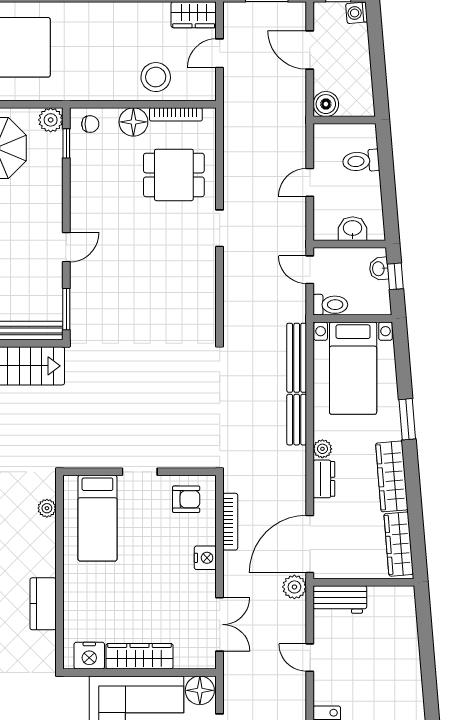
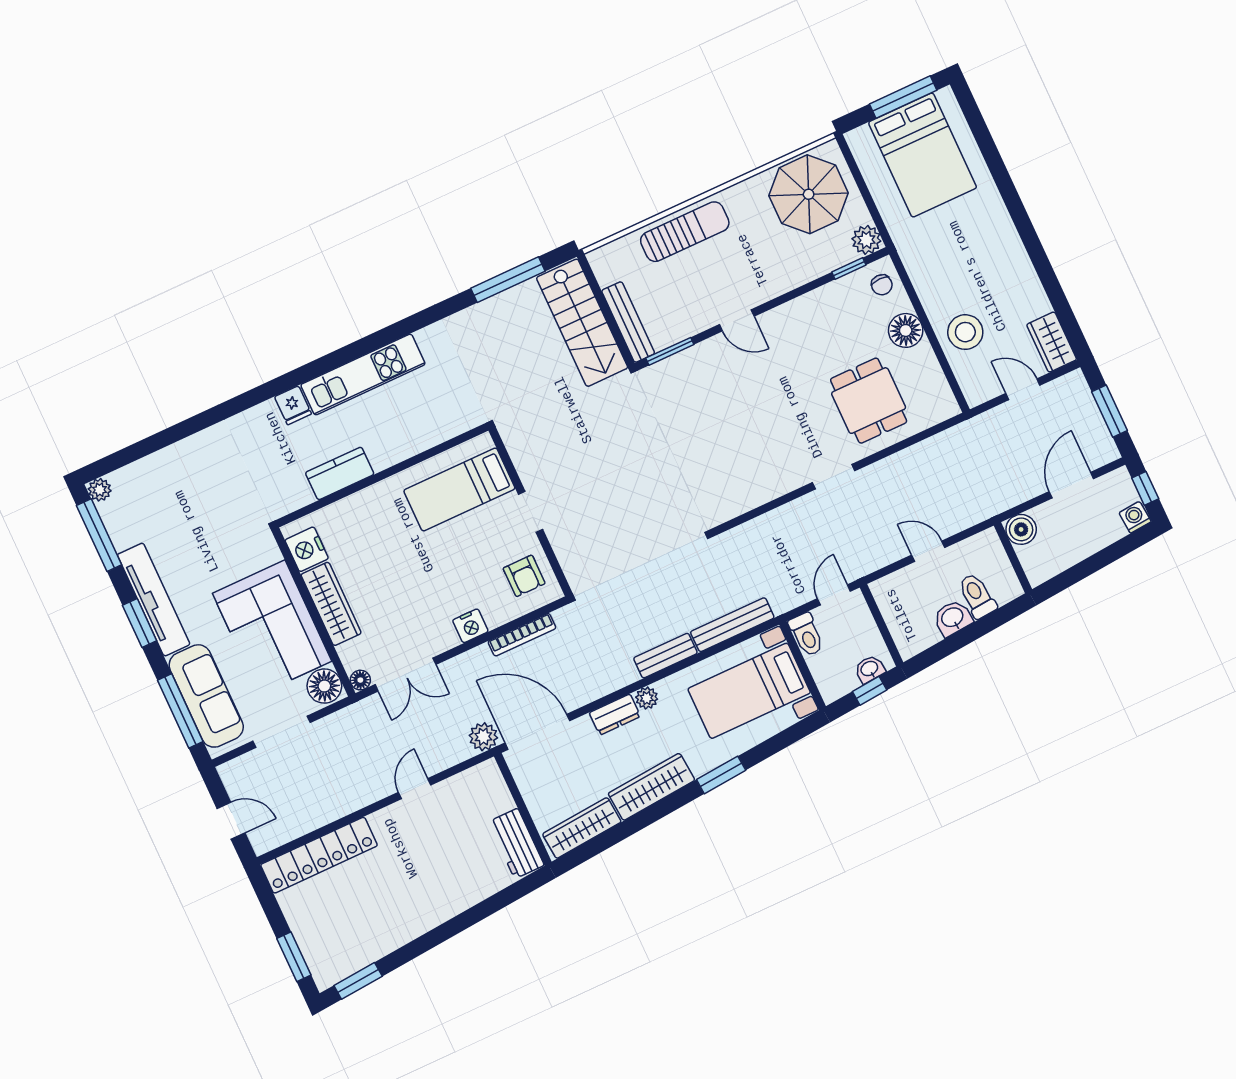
bookcase: (176, 114) -> (935, 373), removed
washbasin: (353, 229) -> (953, 618), moved, turned -95
plant: (47, 508) -> (445, 430), removed
workbench: (340, 600) -> (516, 843), moved
floor lamp: (208, 661) -> (360, 680), added

